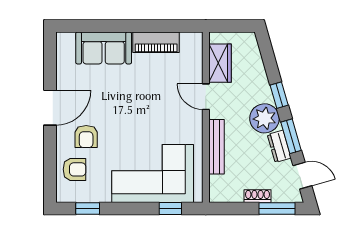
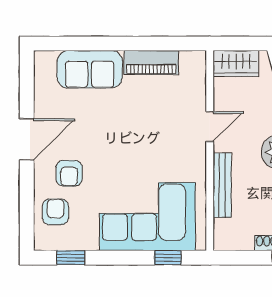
wardrobe: (220, 63) -> (236, 64), moved, turned 90
door: (206, 97) -> (210, 127), swing flipped
armchair: (75, 169) -> (55, 212), turned -90

